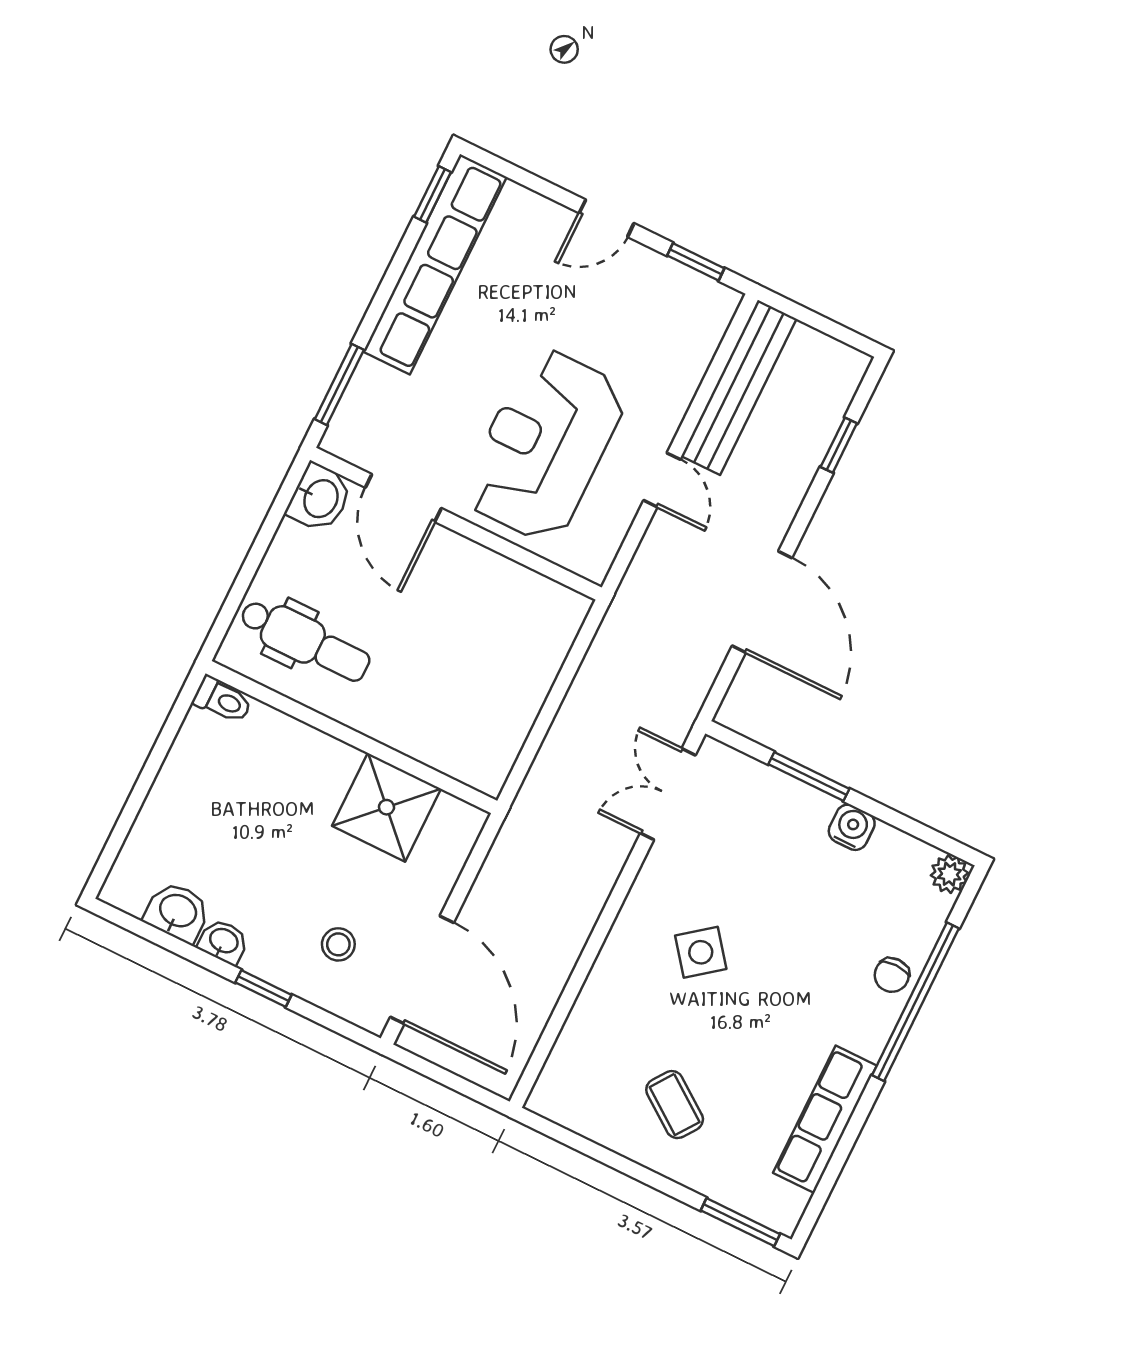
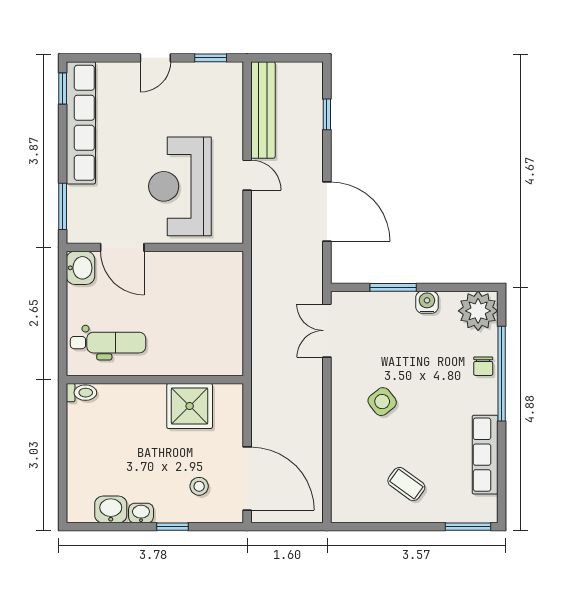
plant: (949, 874) -> (478, 311), width x1.87, depth x1.87

